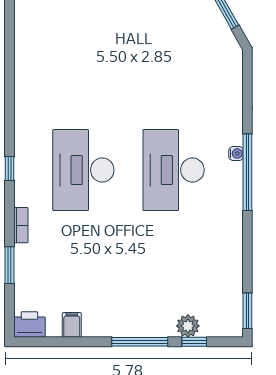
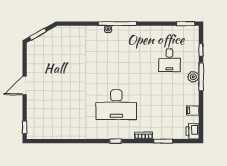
desk: (174, 170) -> (169, 60), moved, width x0.53, depth x0.77
plant: (188, 326) -> (193, 77), moved

